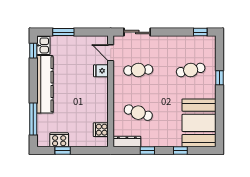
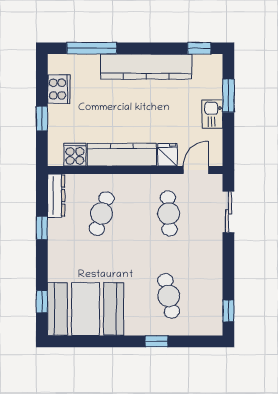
kitchen sink: (43, 45) -> (212, 114), moved, turned 90
kitchen counter: (101, 100) -> (122, 155), added
window: (63, 151) -> (42, 118), moved
window: (180, 151) -> (42, 302), moved

